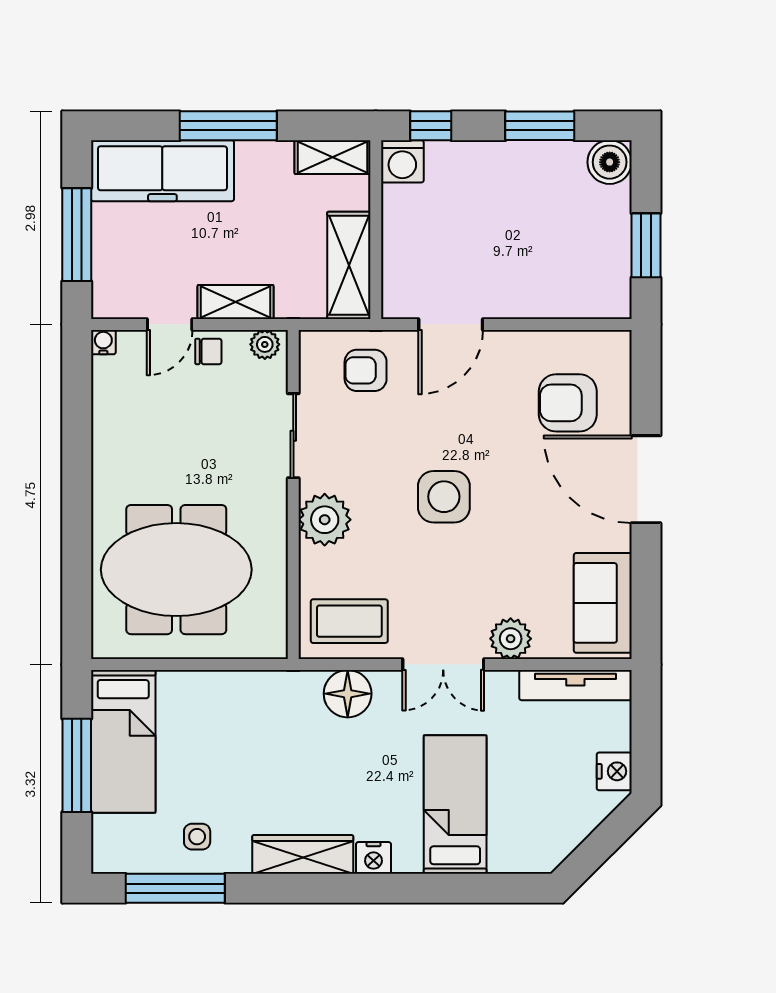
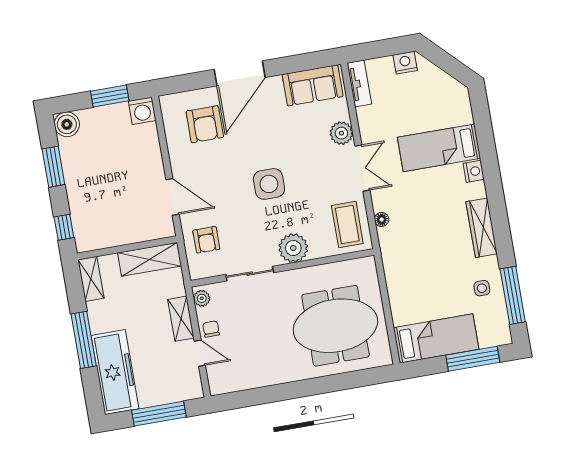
washing machine: (402, 161) -> (142, 111), moved, turned 90
water cooler: (103, 342) -> (216, 388), removed
meeting table: (176, 570) -> (335, 326), turned 90
tv unit: (575, 685) -> (359, 83), width x0.71
floor lamp: (348, 694) -> (382, 219), width x0.53, depth x0.53
window: (77, 765) -> (473, 359), moved
nightstand: (373, 858) -> (474, 171), moved

